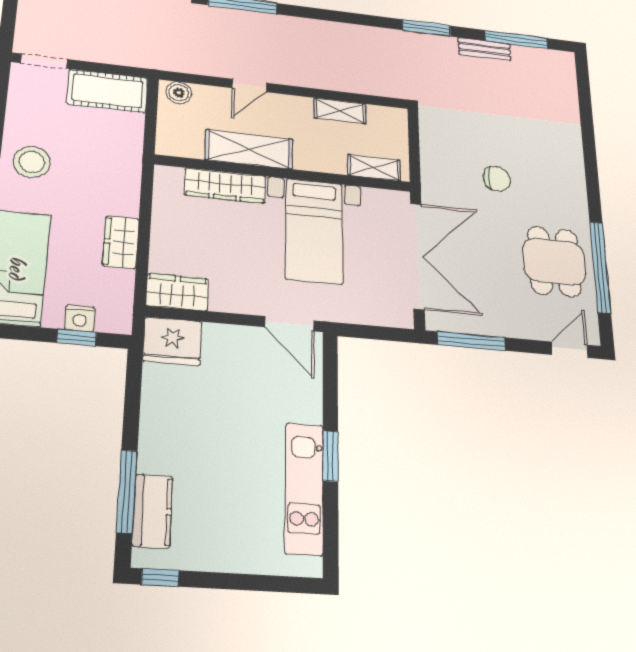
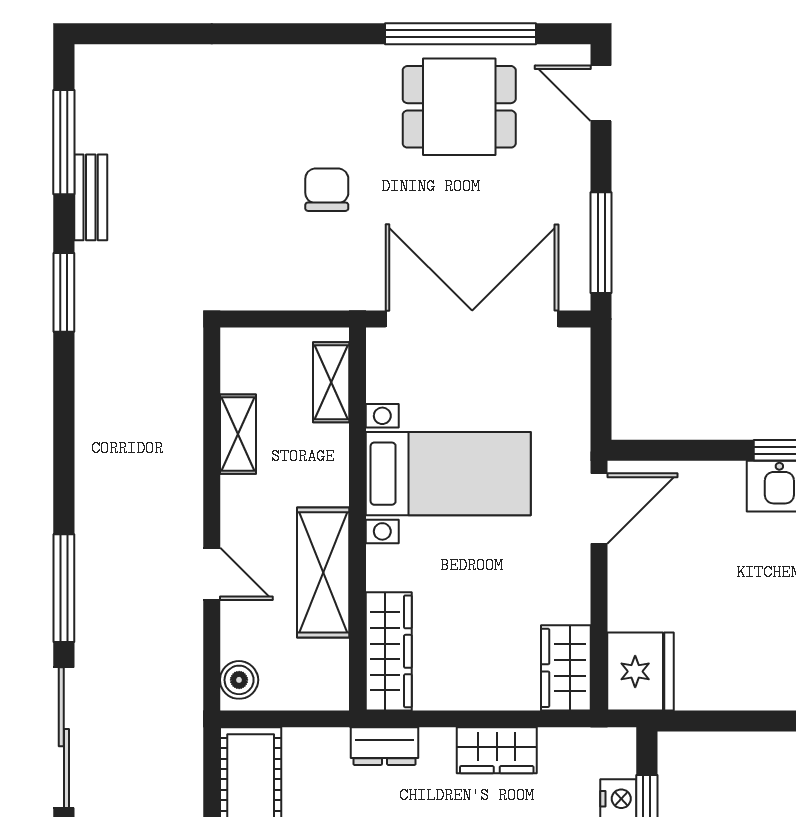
dresser: (128, 173) -> (385, 746), added
wardrobe: (225, 186) -> (389, 651), moved

